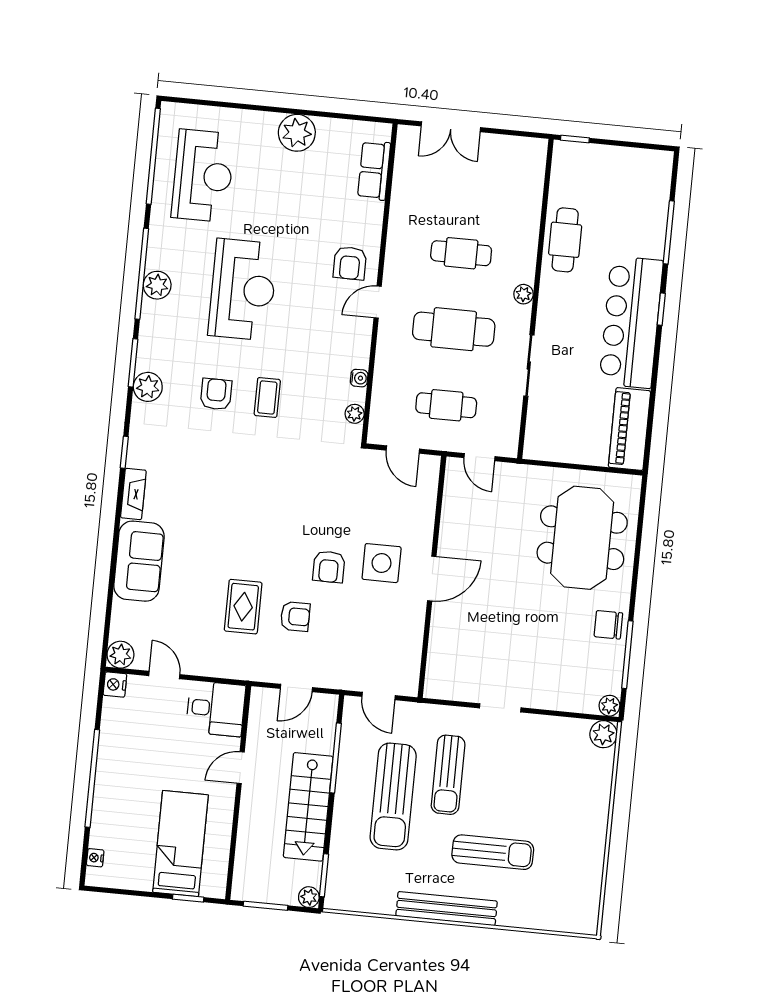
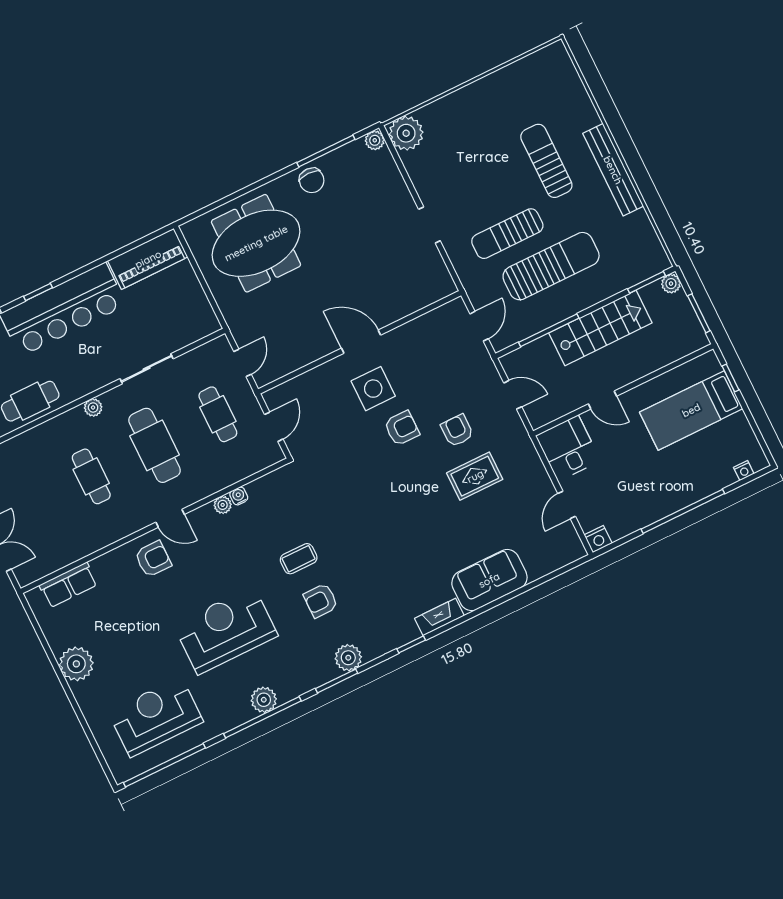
plant: (355, 414) -> (223, 505), moved
plant: (120, 655) -> (572, 549), removed
plant: (603, 734) -> (406, 133), width x1.36, depth x1.36
sun lounger: (448, 775) -> (507, 234), turned 180

